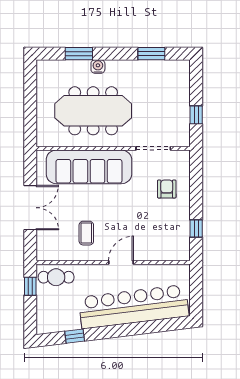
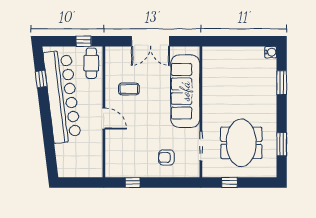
water cooler: (98, 66) -> (271, 52), moved
meeting table: (93, 111) -> (241, 143), moved, width x0.73
armchair: (167, 189) -> (166, 157), turned 180
bar counter: (134, 307) -> (62, 97), moved

